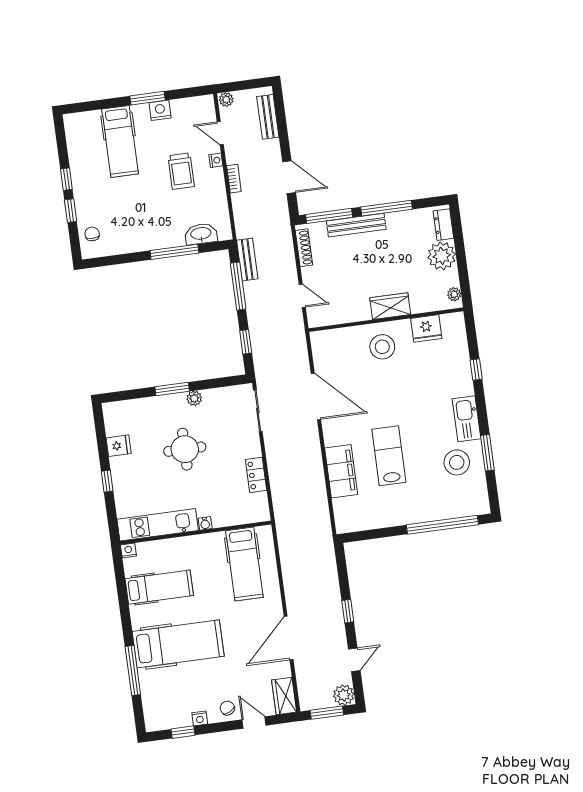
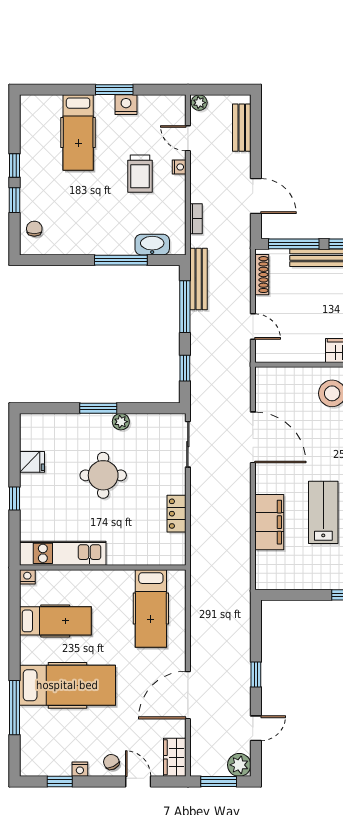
bookcase: (234, 179) -> (196, 219), moved
bench: (247, 260) -> (199, 279), width x1.36
water cooler: (205, 523) -> (114, 559), removed

